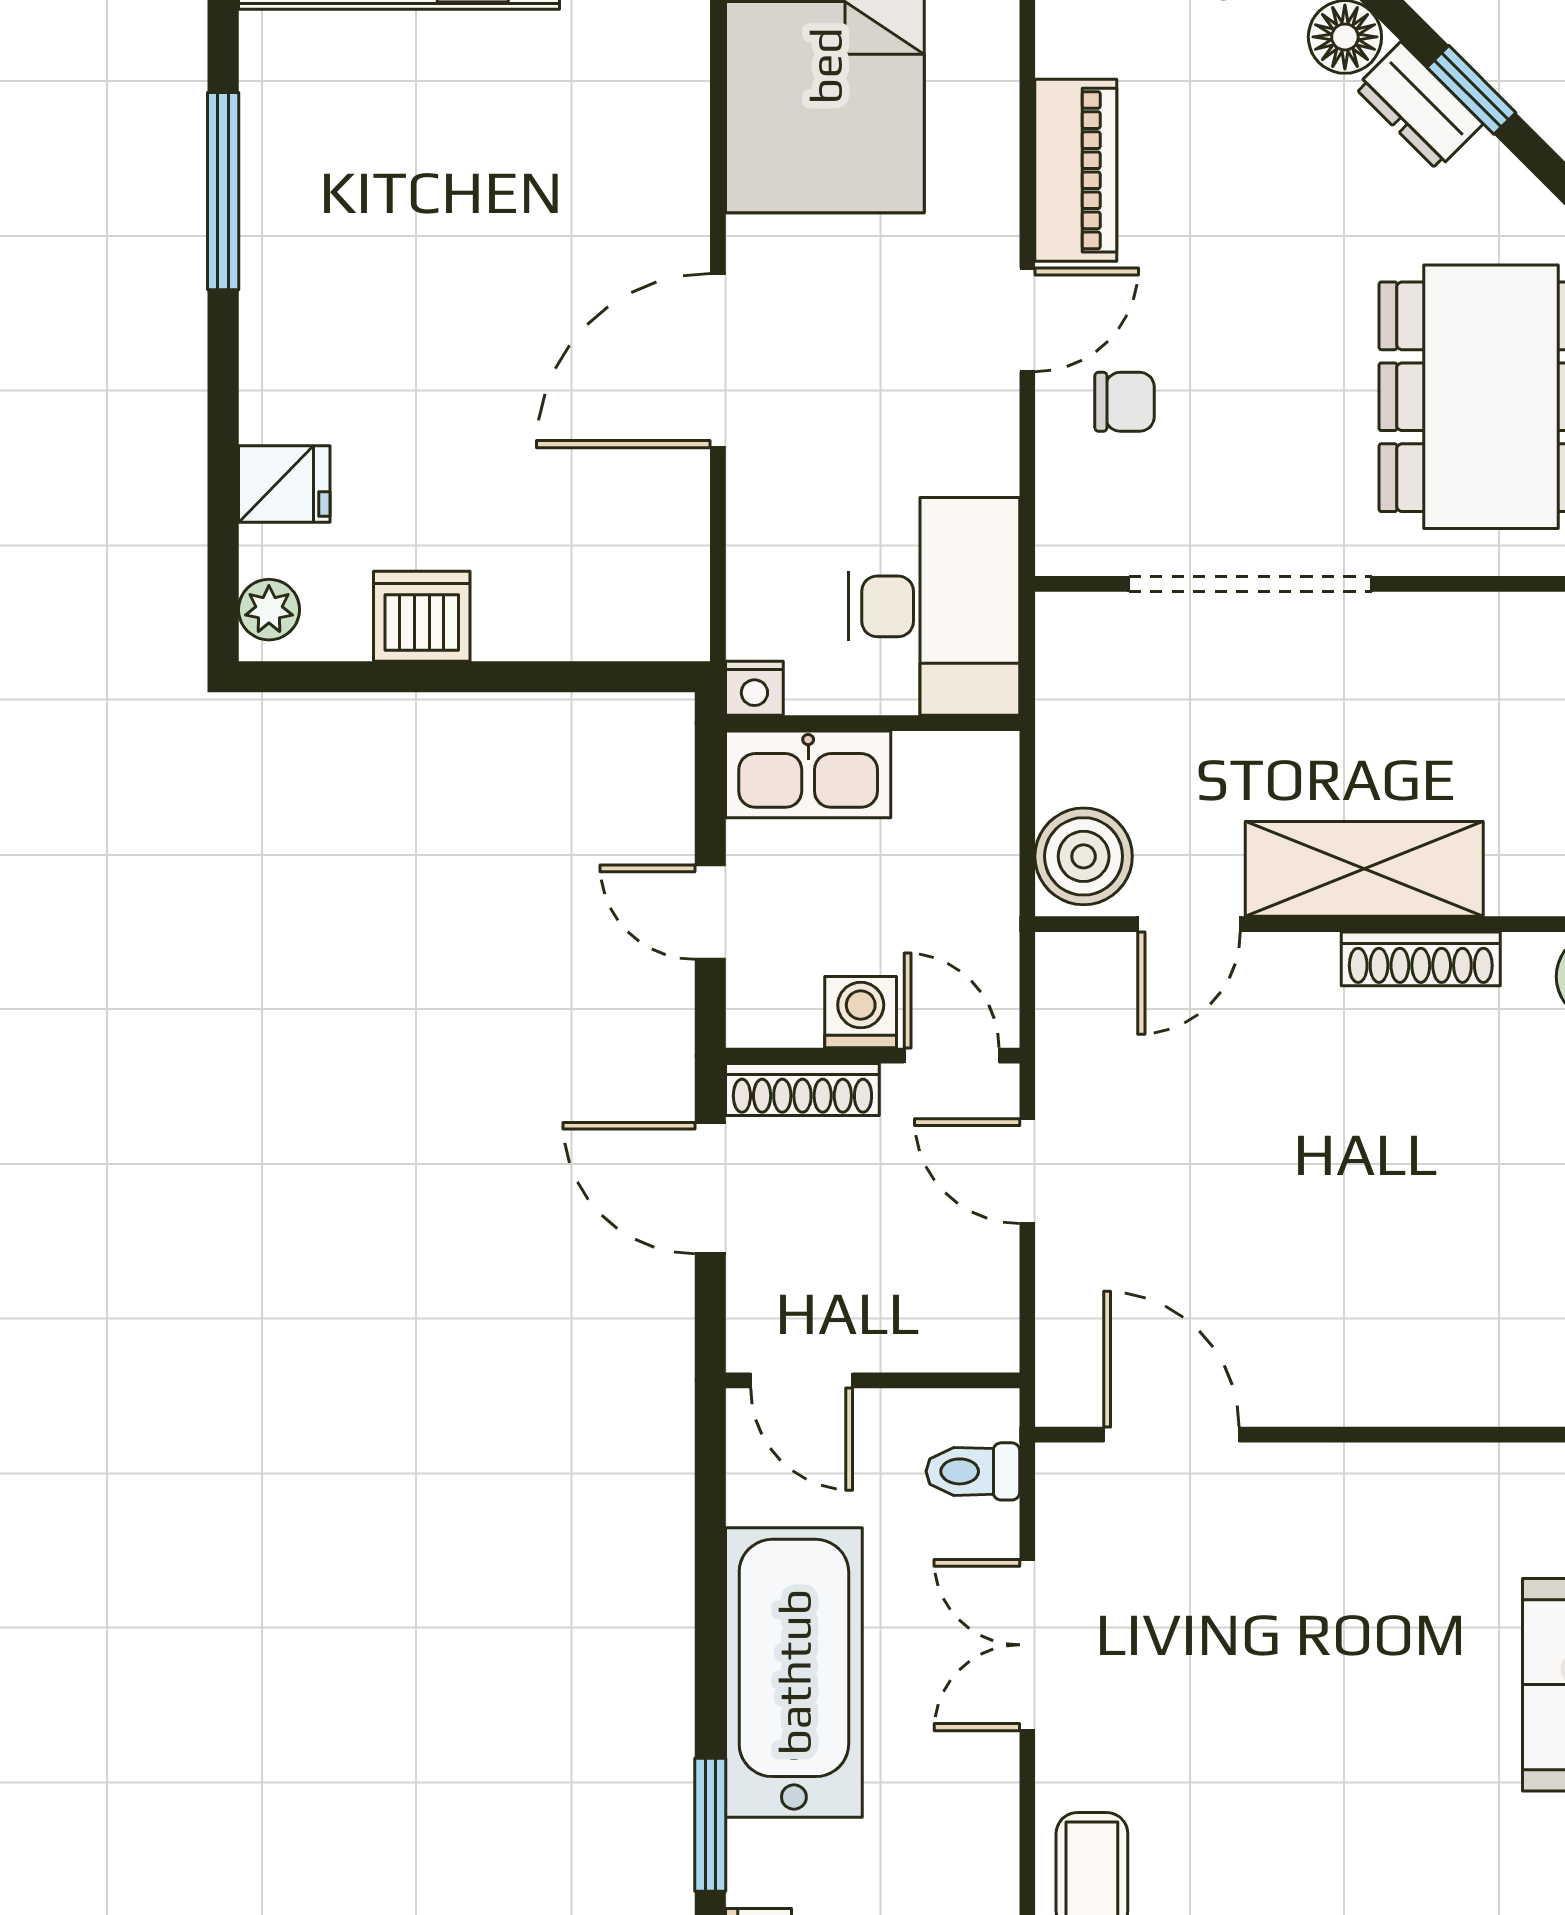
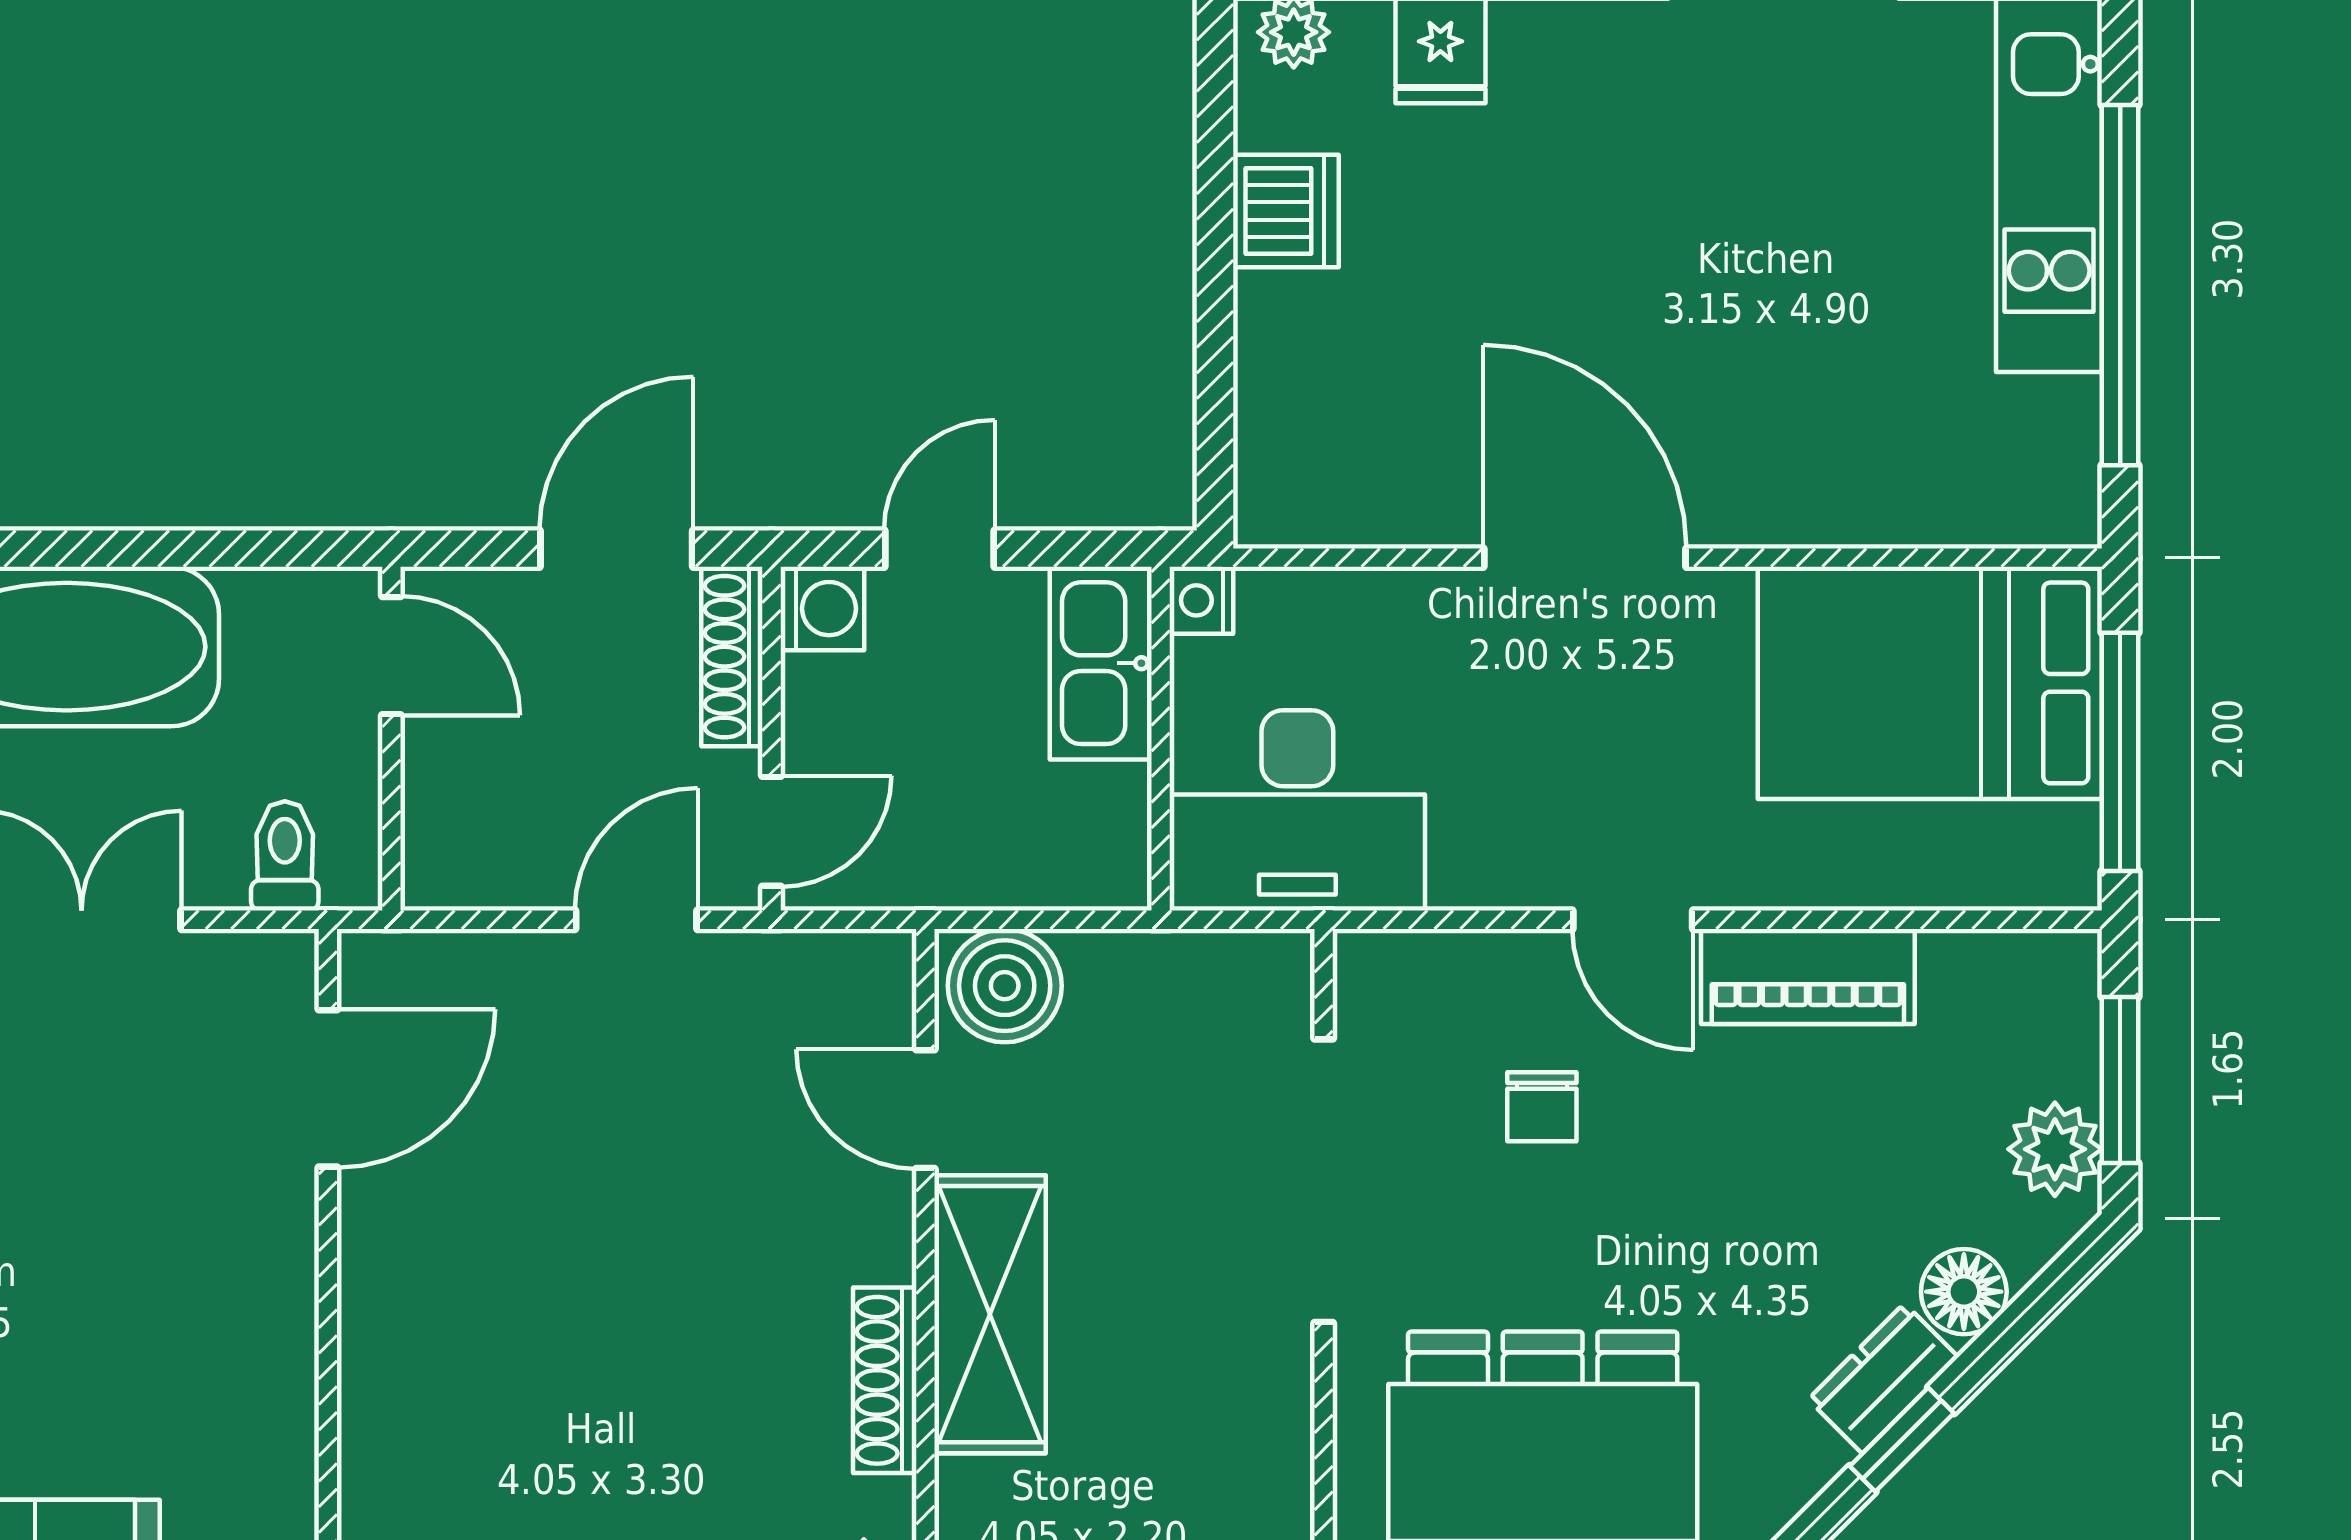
chair: (1125, 402) -> (1542, 1107), moved
washing machine: (861, 1012) -> (822, 609), moved
door: (802, 1380) -> (391, 656), swing flipped

